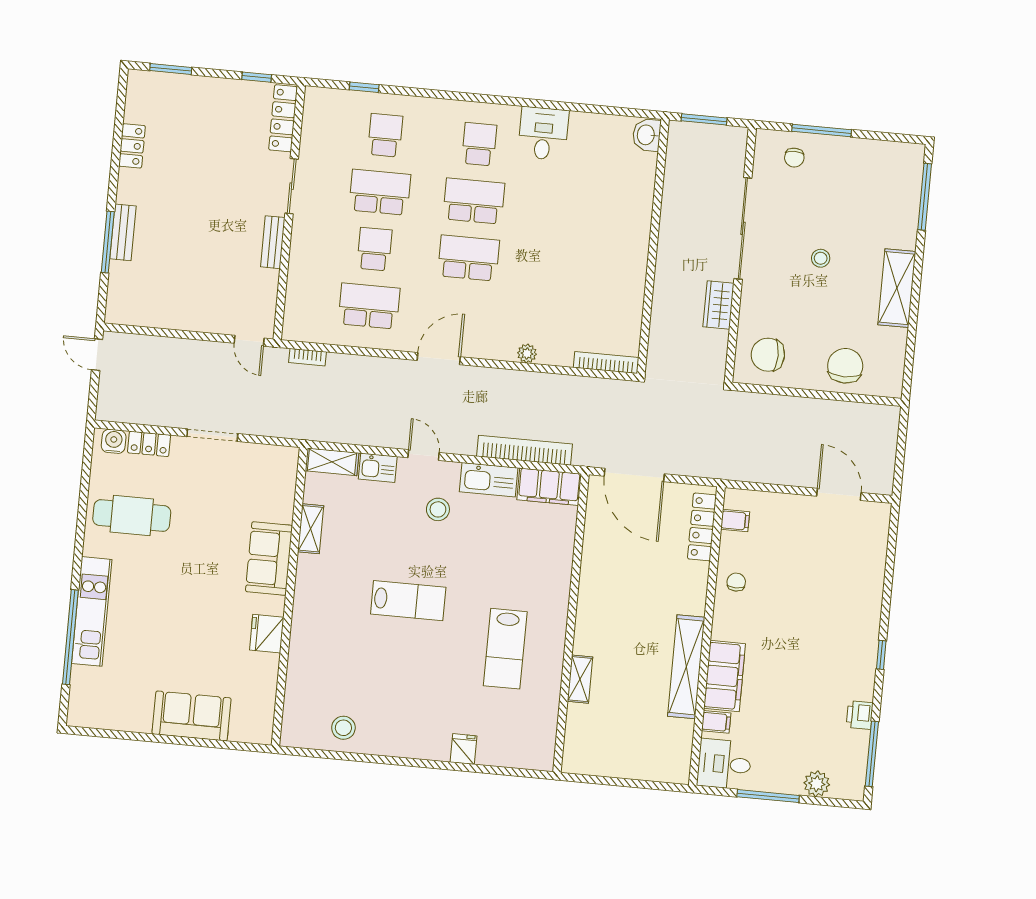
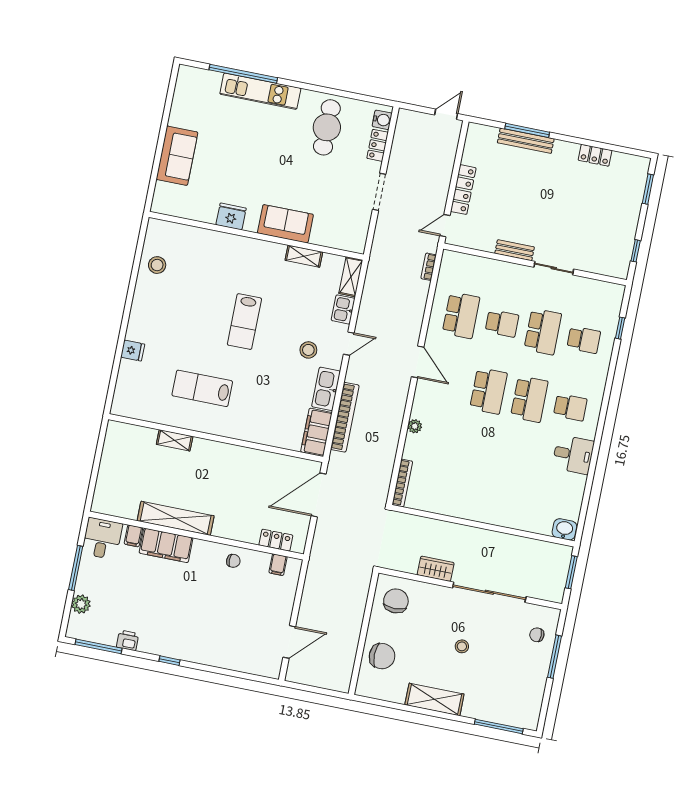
locker: (283, 118) -> (463, 190), moved, turned 90
bench: (123, 232) -> (526, 141), width x1.36
locker: (702, 527) -> (276, 540), width x0.66

